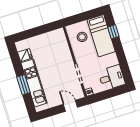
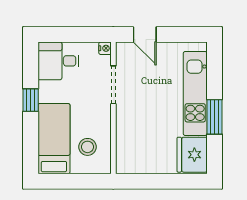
window: (113, 32) -> (31, 100), moved
fridge: (25, 55) -> (192, 155), width x1.88, depth x1.34
window: (23, 85) -> (214, 117), moved

